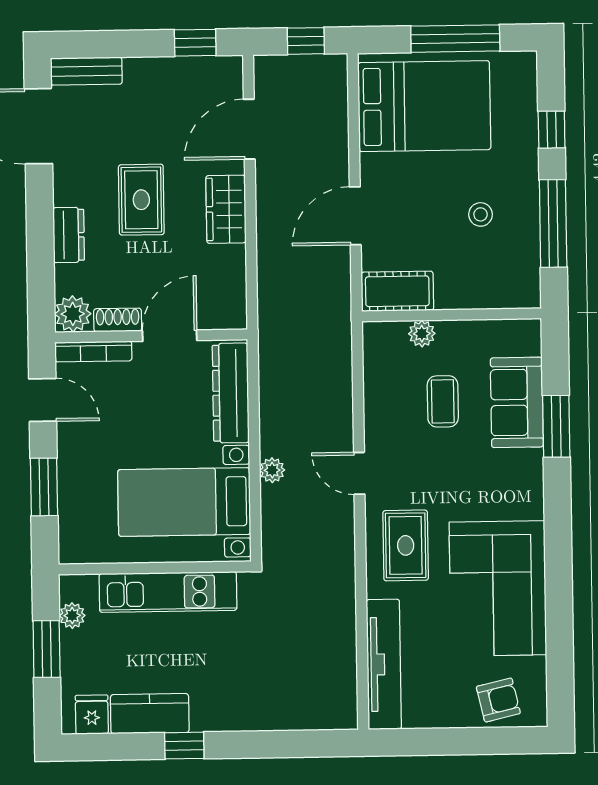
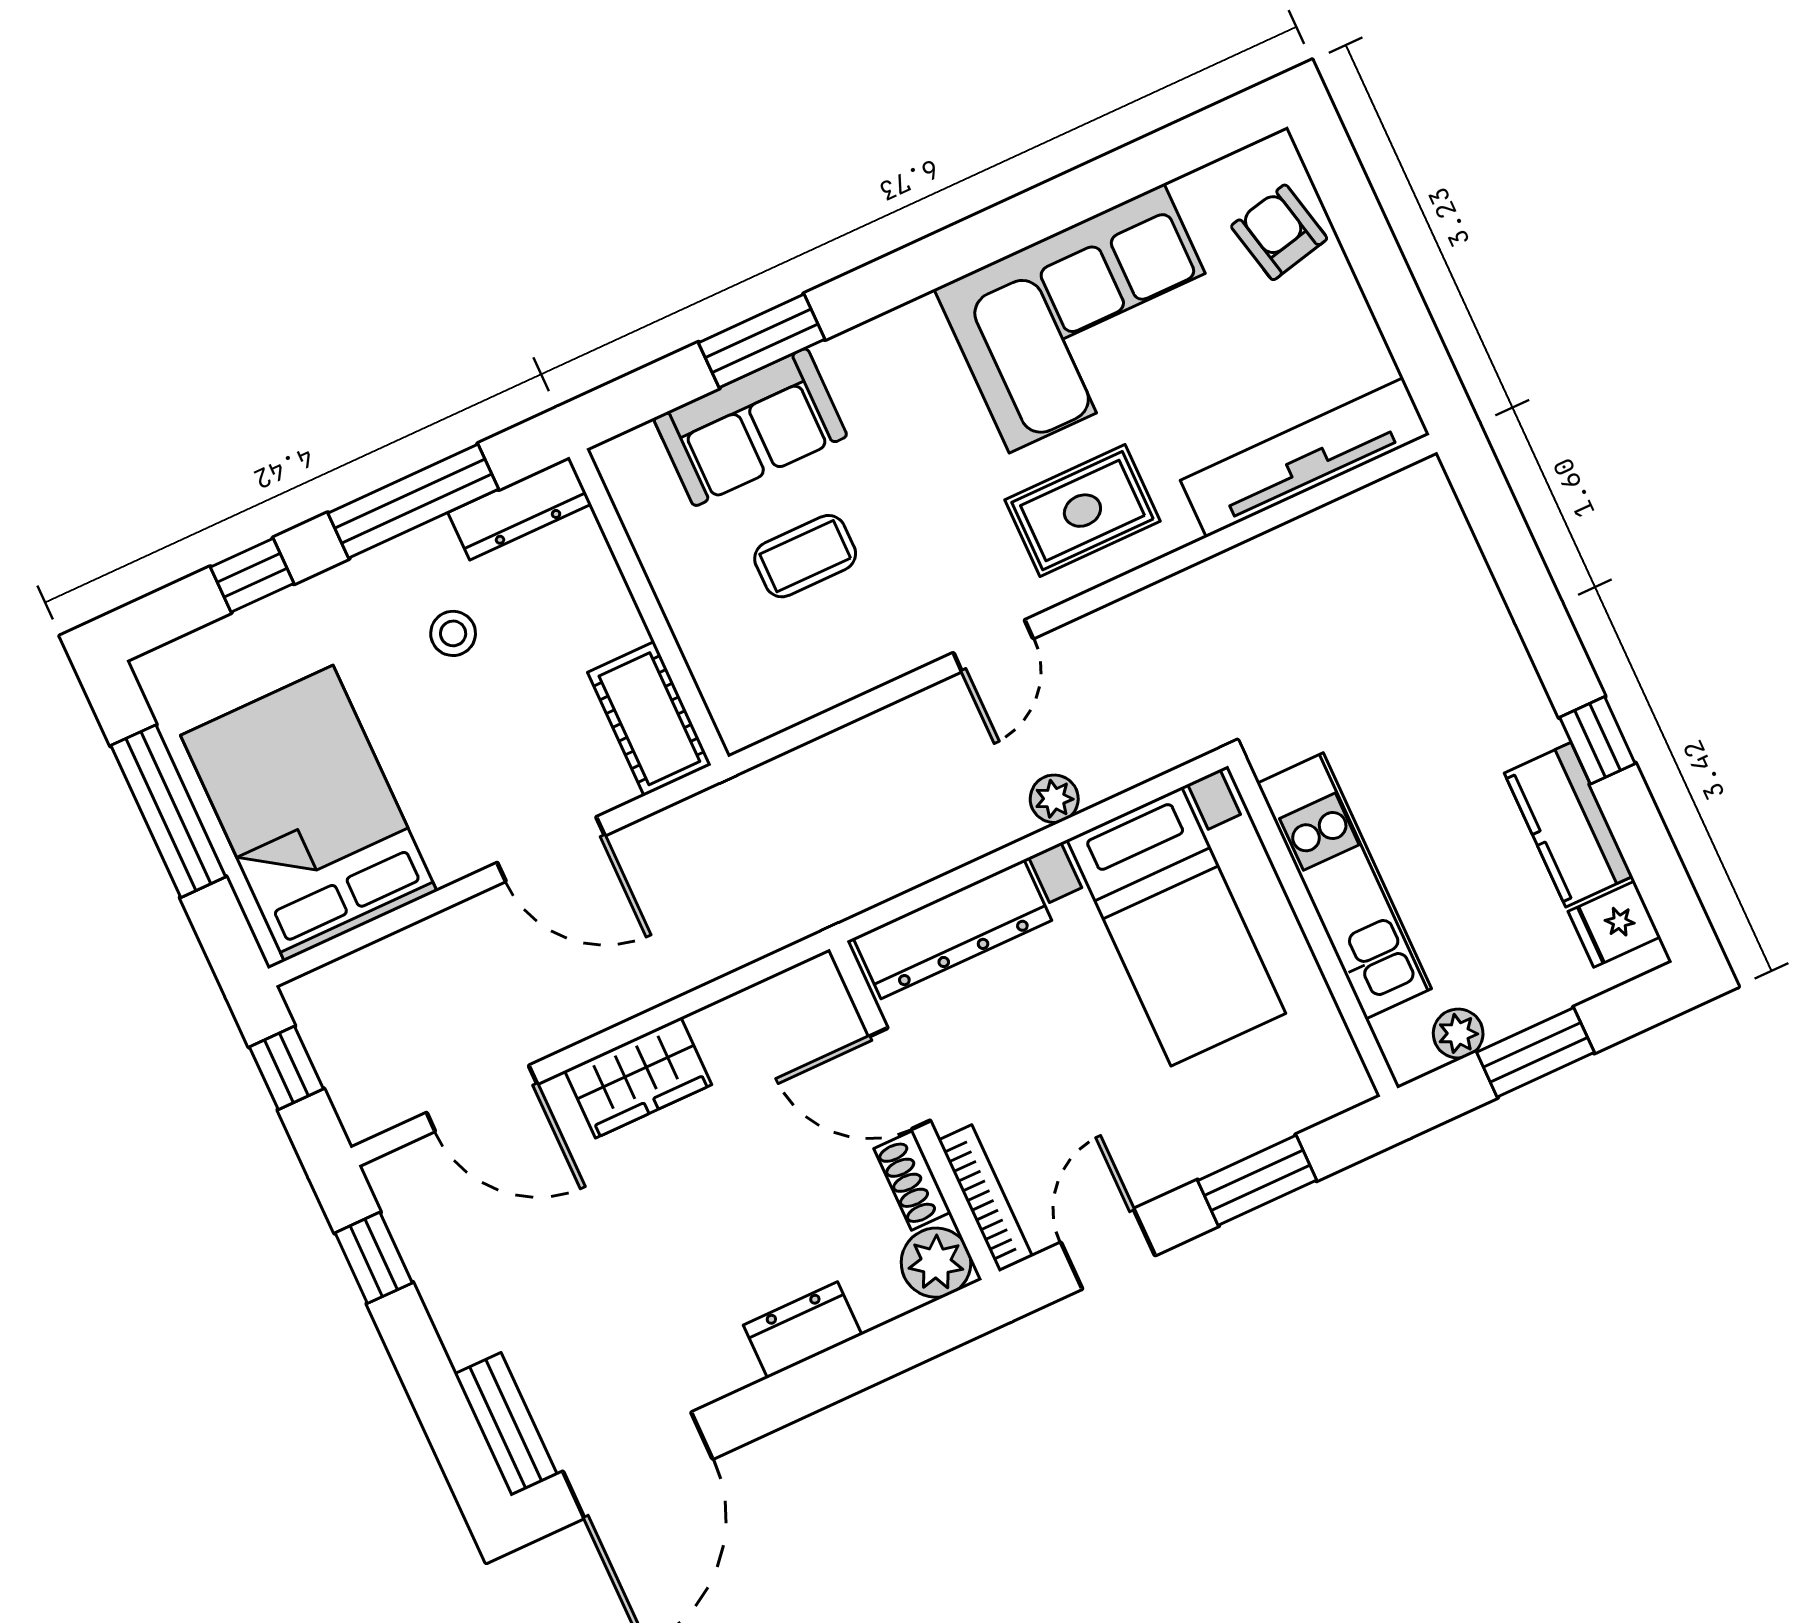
rug: (141, 200) -> (686, 1231), removed
dresser: (527, 273) -> (519, 508), added
plant: (422, 334) -> (704, 644), removed

